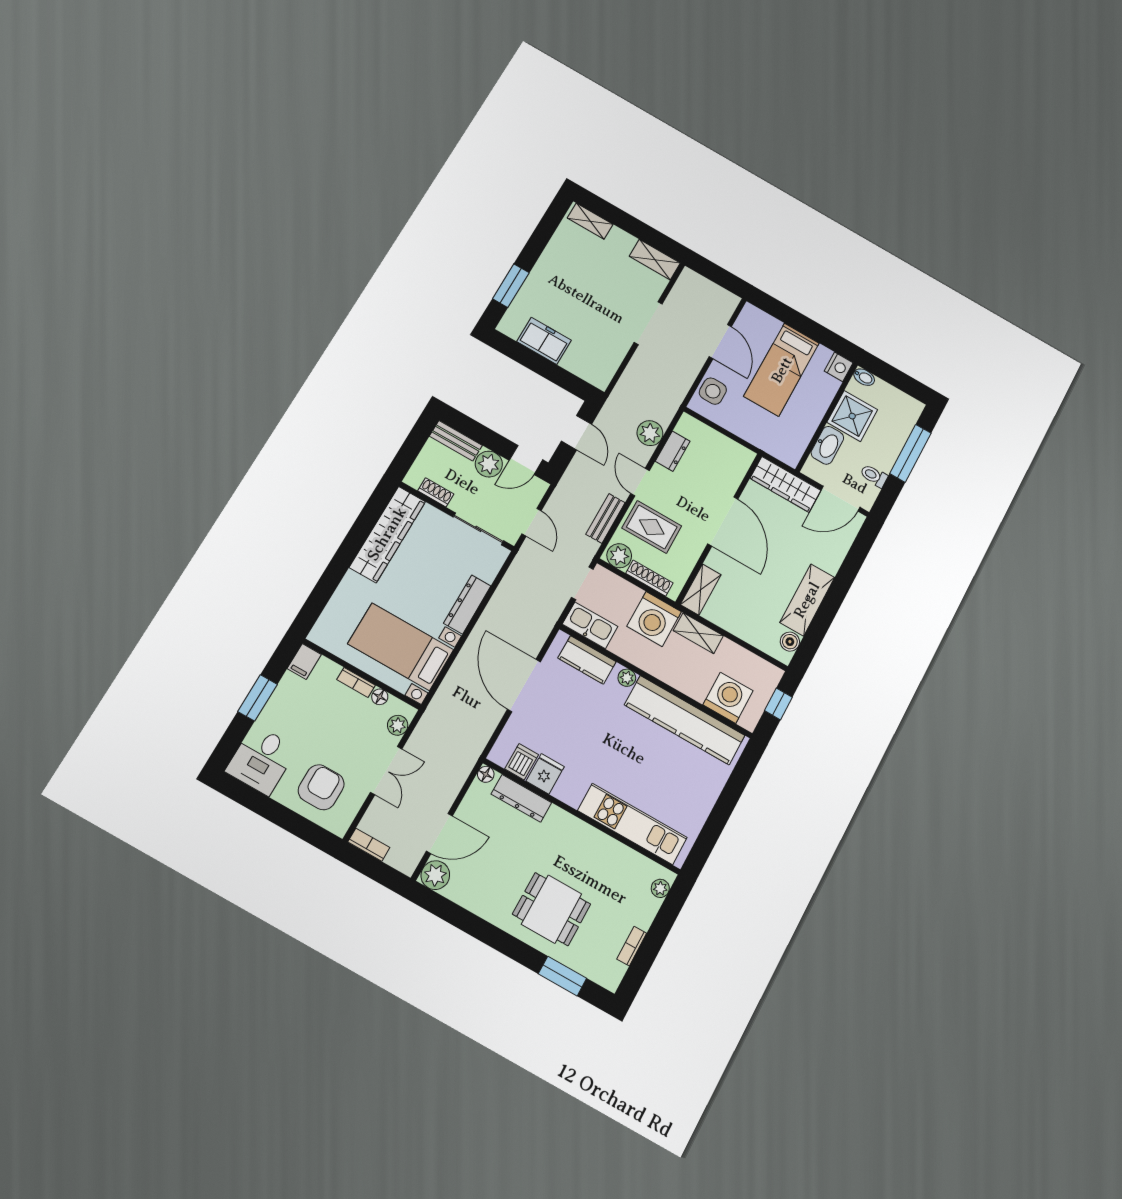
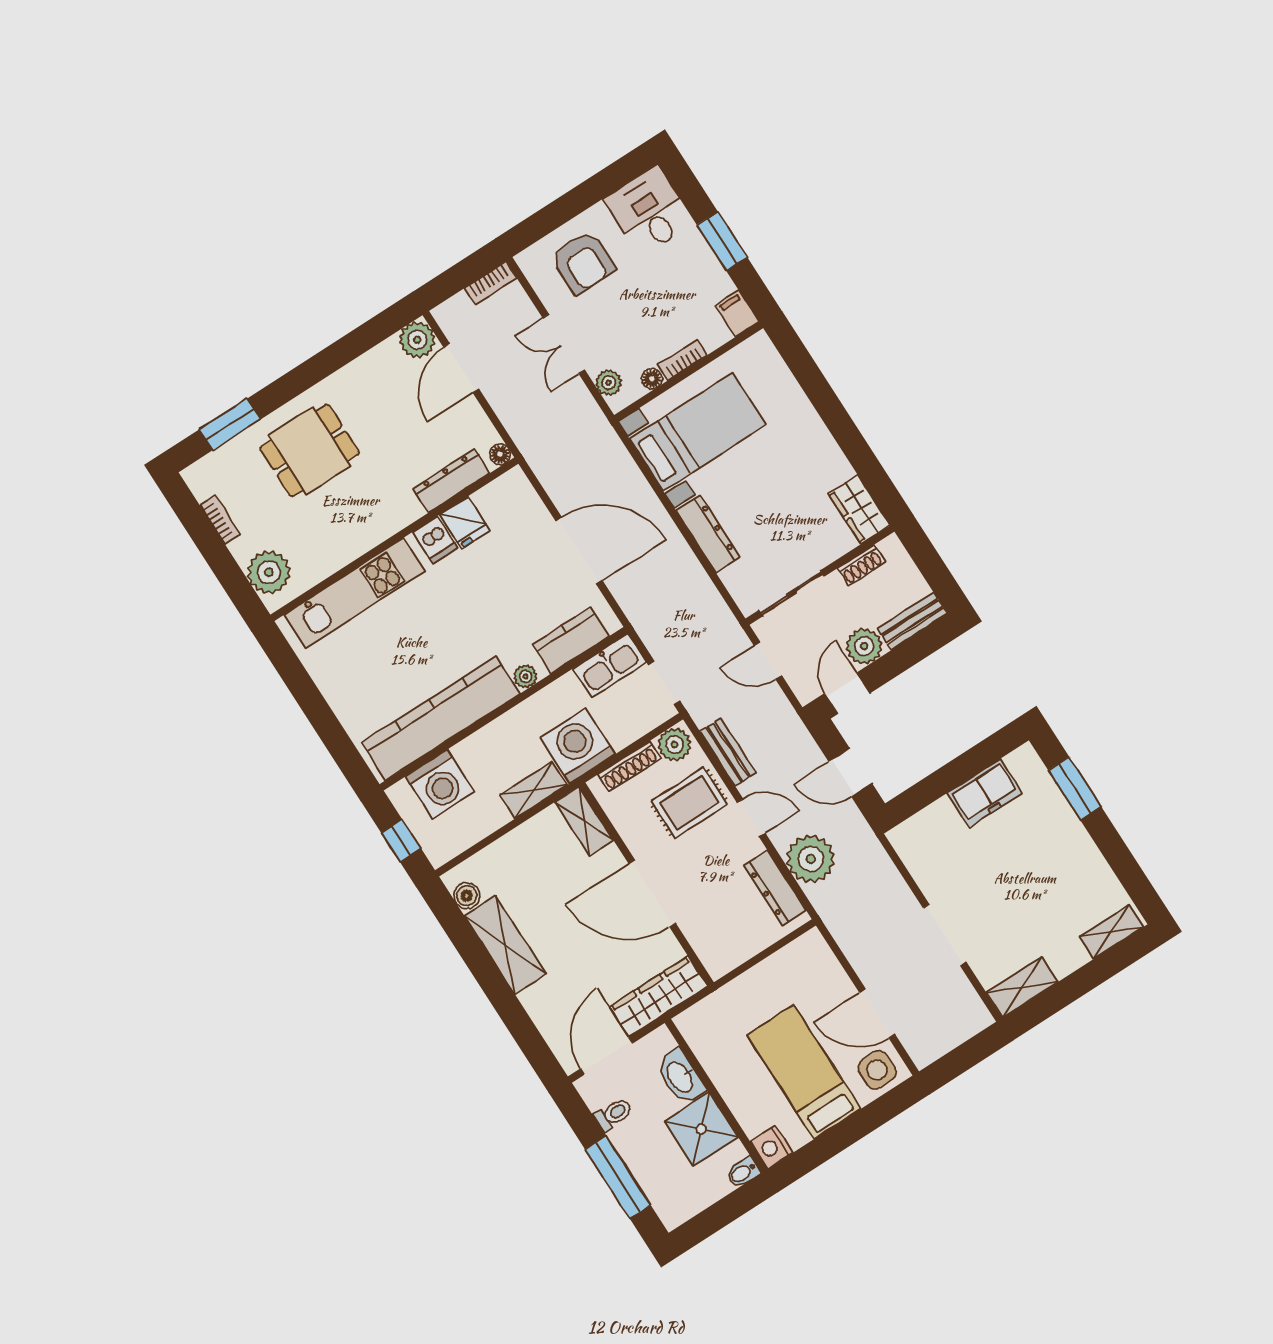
side table: (713, 391) -> (877, 1070), moved
plant: (650, 433) -> (811, 859), width x1.36, depth x1.36
dresser: (673, 451) -> (775, 888), width x1.44
wardrobe: (387, 534) -> (859, 509), width x0.48, depth x0.85
dishwasher: (522, 762) -> (435, 540), moved
plant: (660, 888) -> (269, 572), width x1.87, depth x1.87

